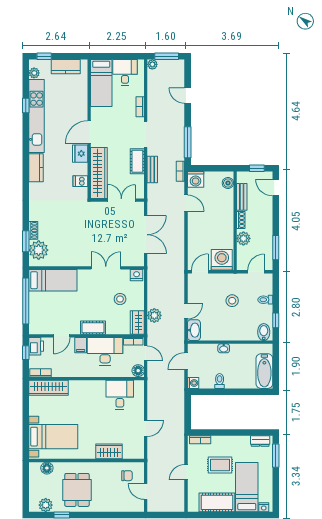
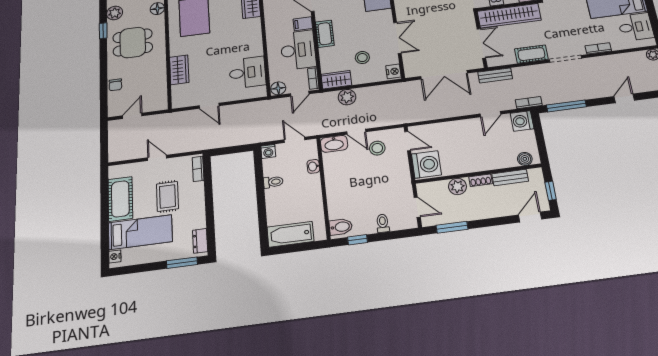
bench: (152, 169) -> (495, 75), moved
stool: (232, 301) -> (377, 148), moved
washbasin: (224, 348) -> (313, 166), moved
chair: (127, 476) -> (115, 85), moved

